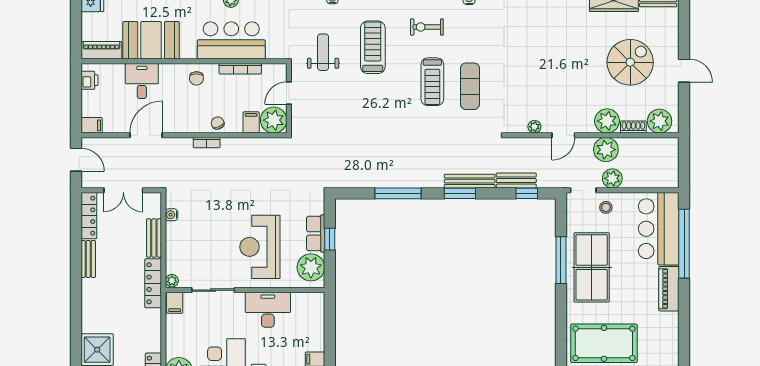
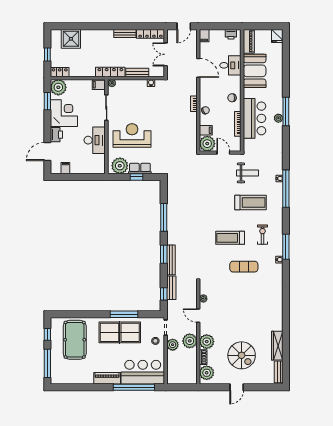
exercise mat: (470, 86) -> (244, 267), moved

